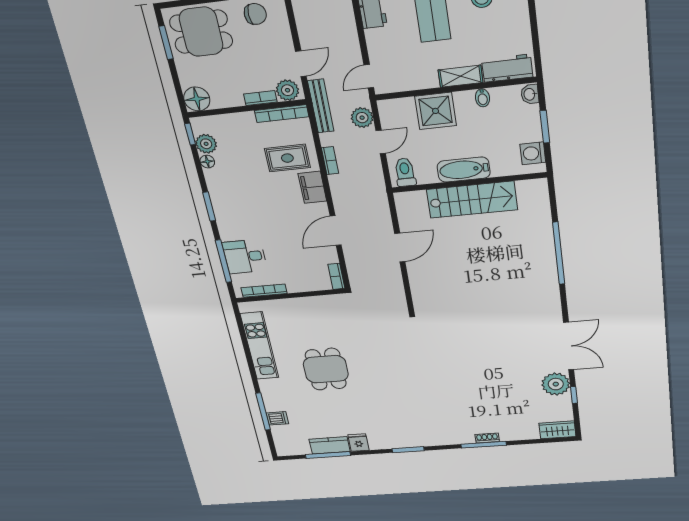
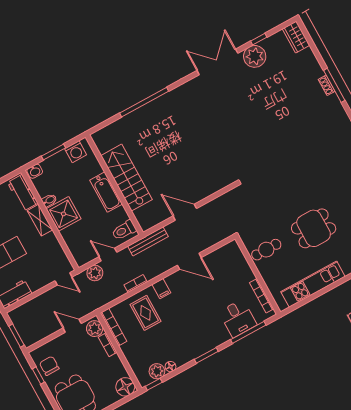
bench: (321, 106) -> (148, 241), moved
shower: (436, 111) -> (64, 214), moved
filing cabinet: (312, 187) -> (161, 289), width x0.50
bookcase: (336, 276) -> (227, 248), removed
cafe table: (319, 315) -> (266, 250), added

